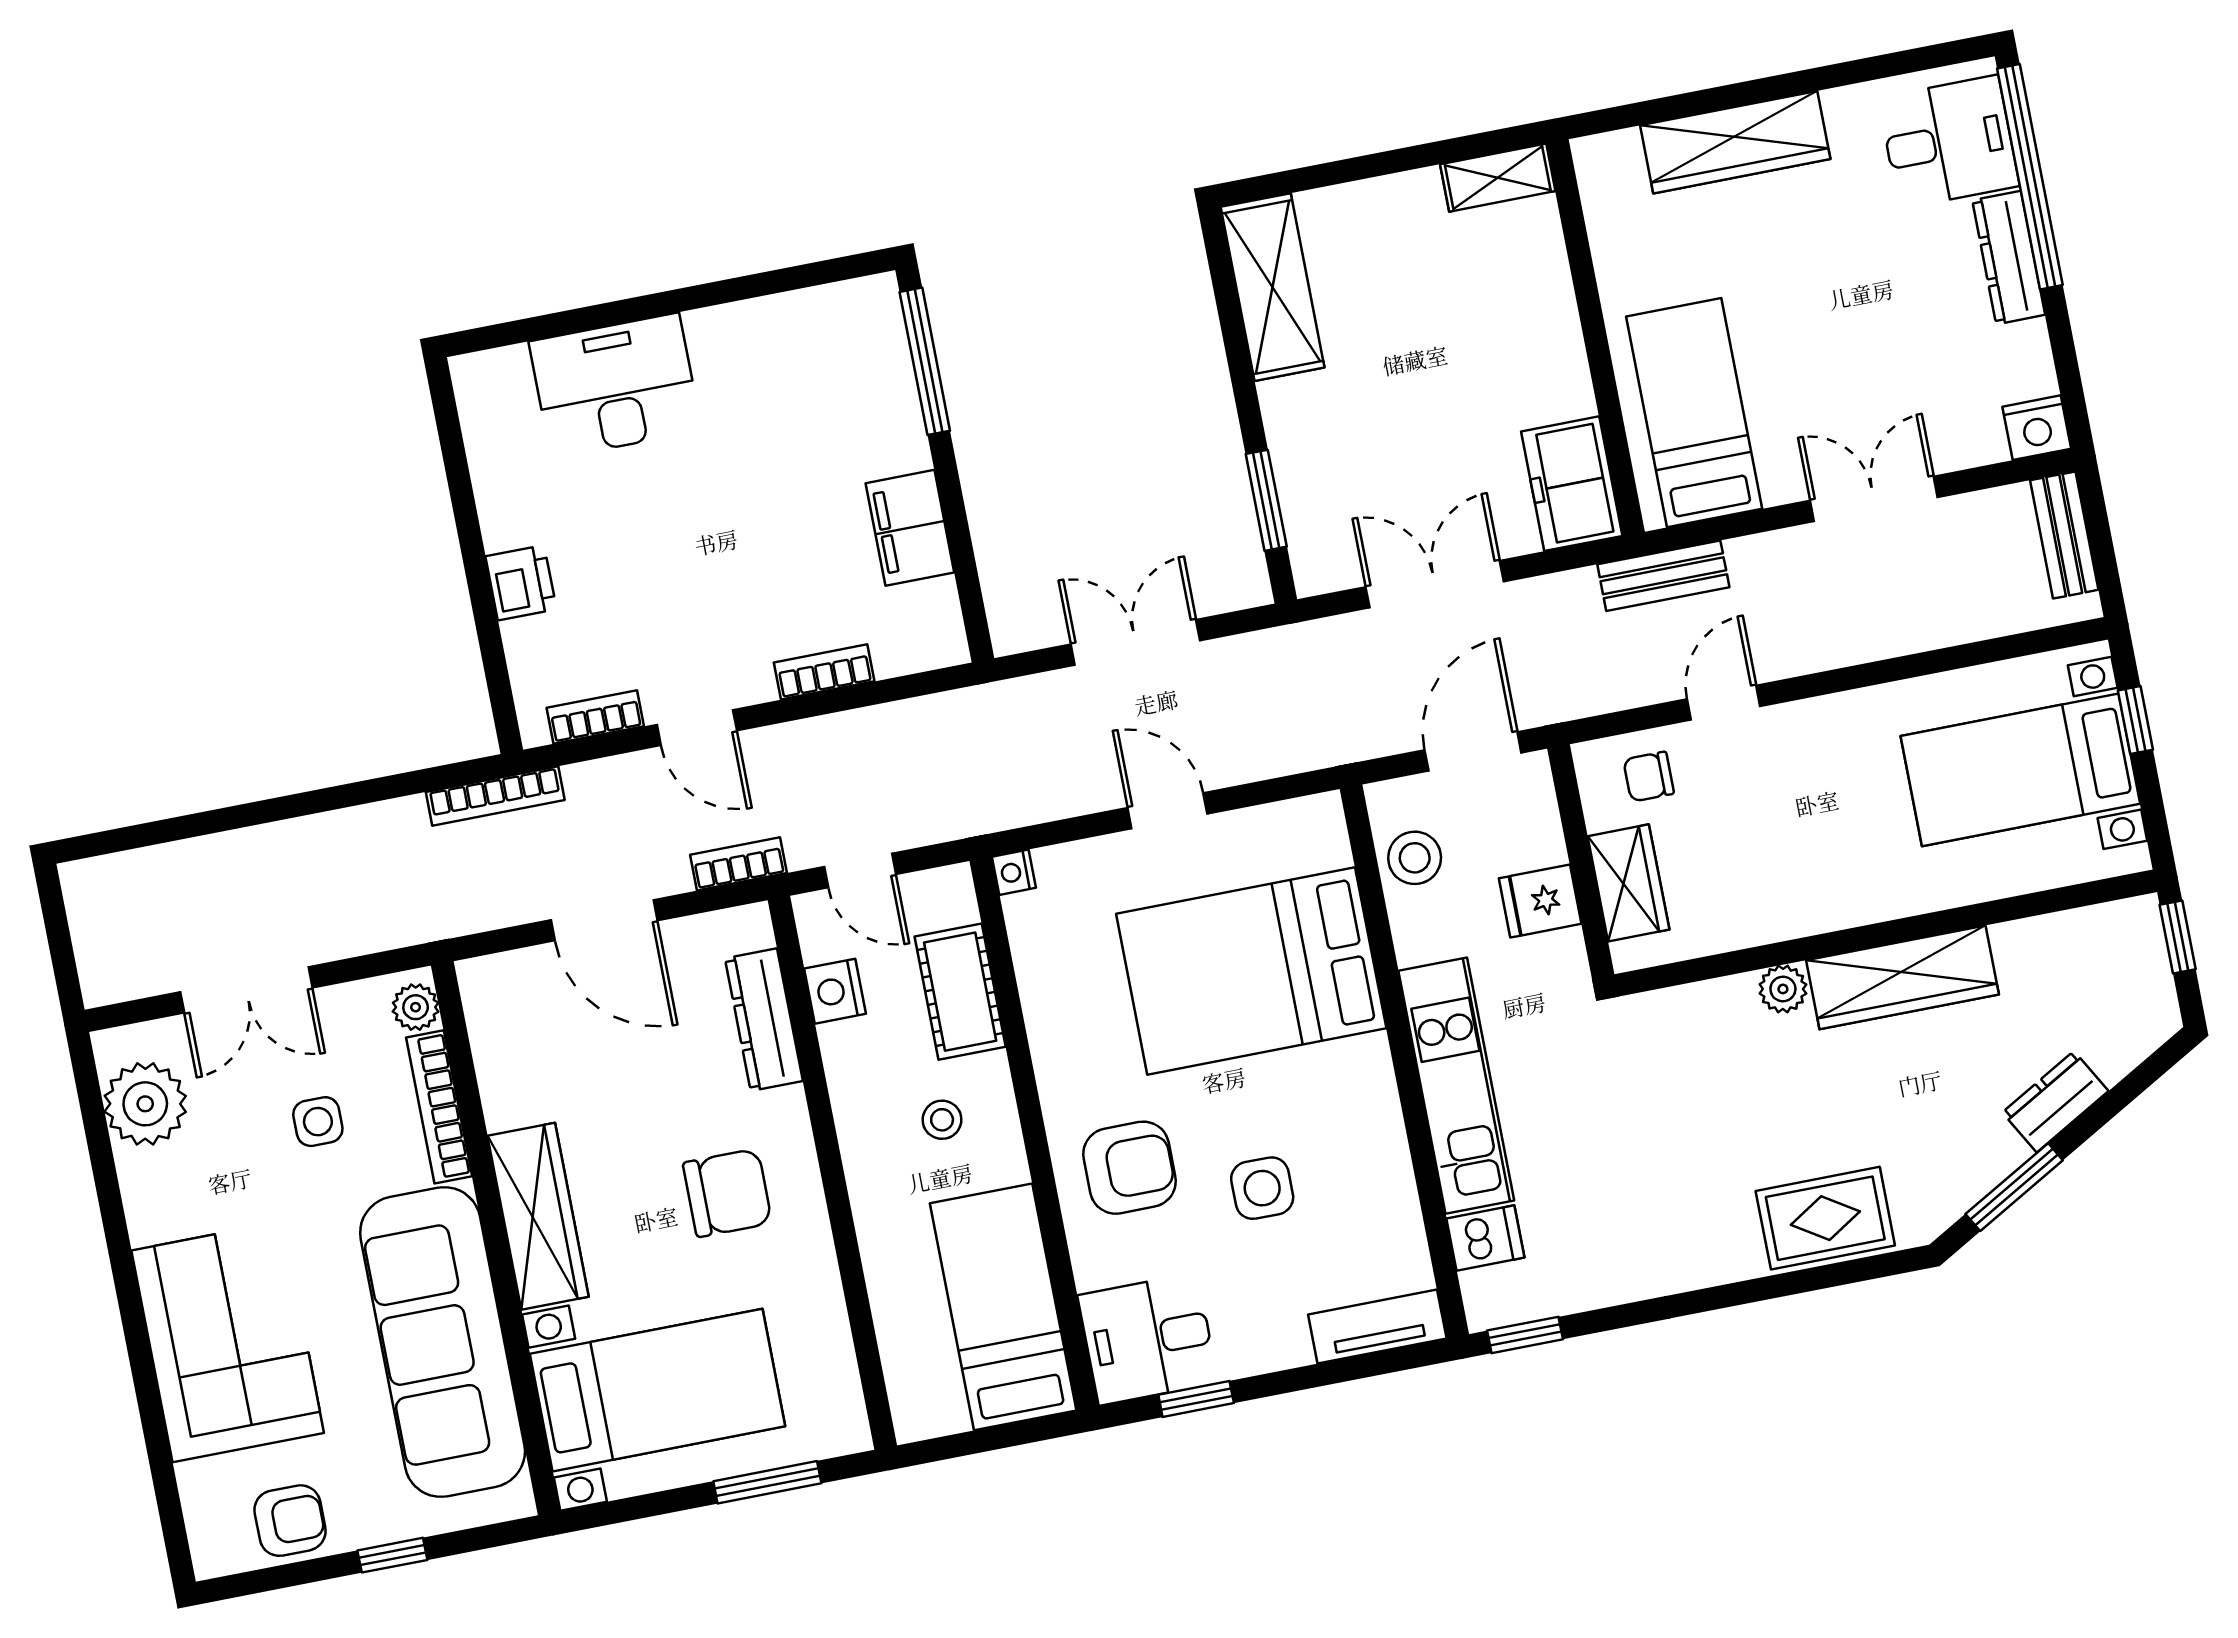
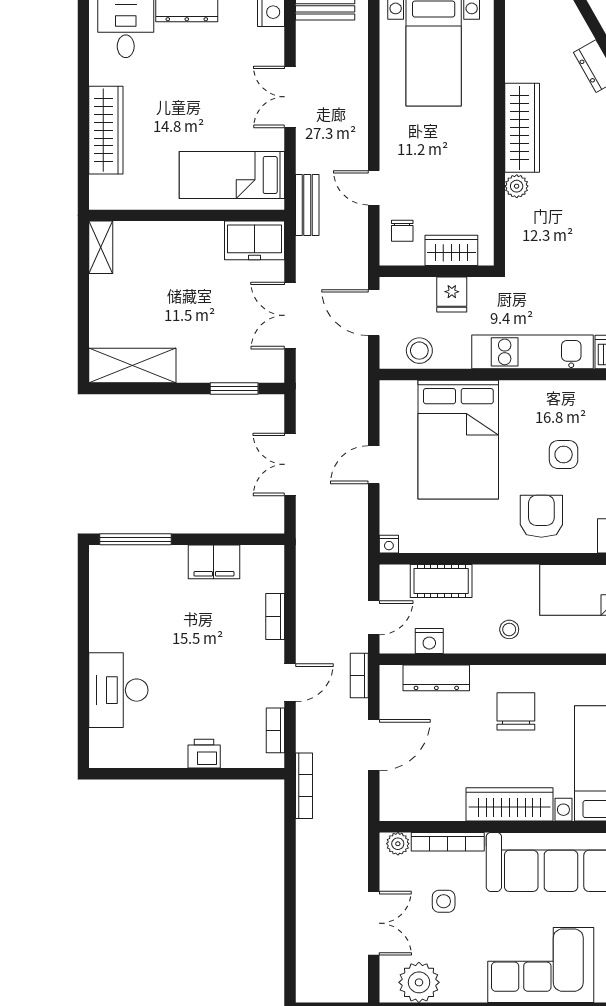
stool: (942, 1120) -> (509, 629), moved

